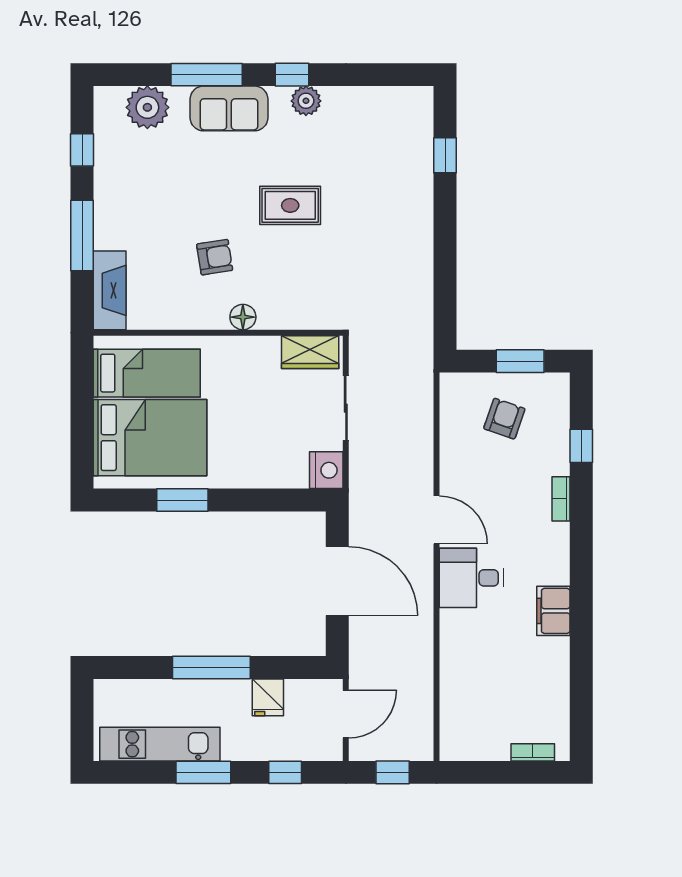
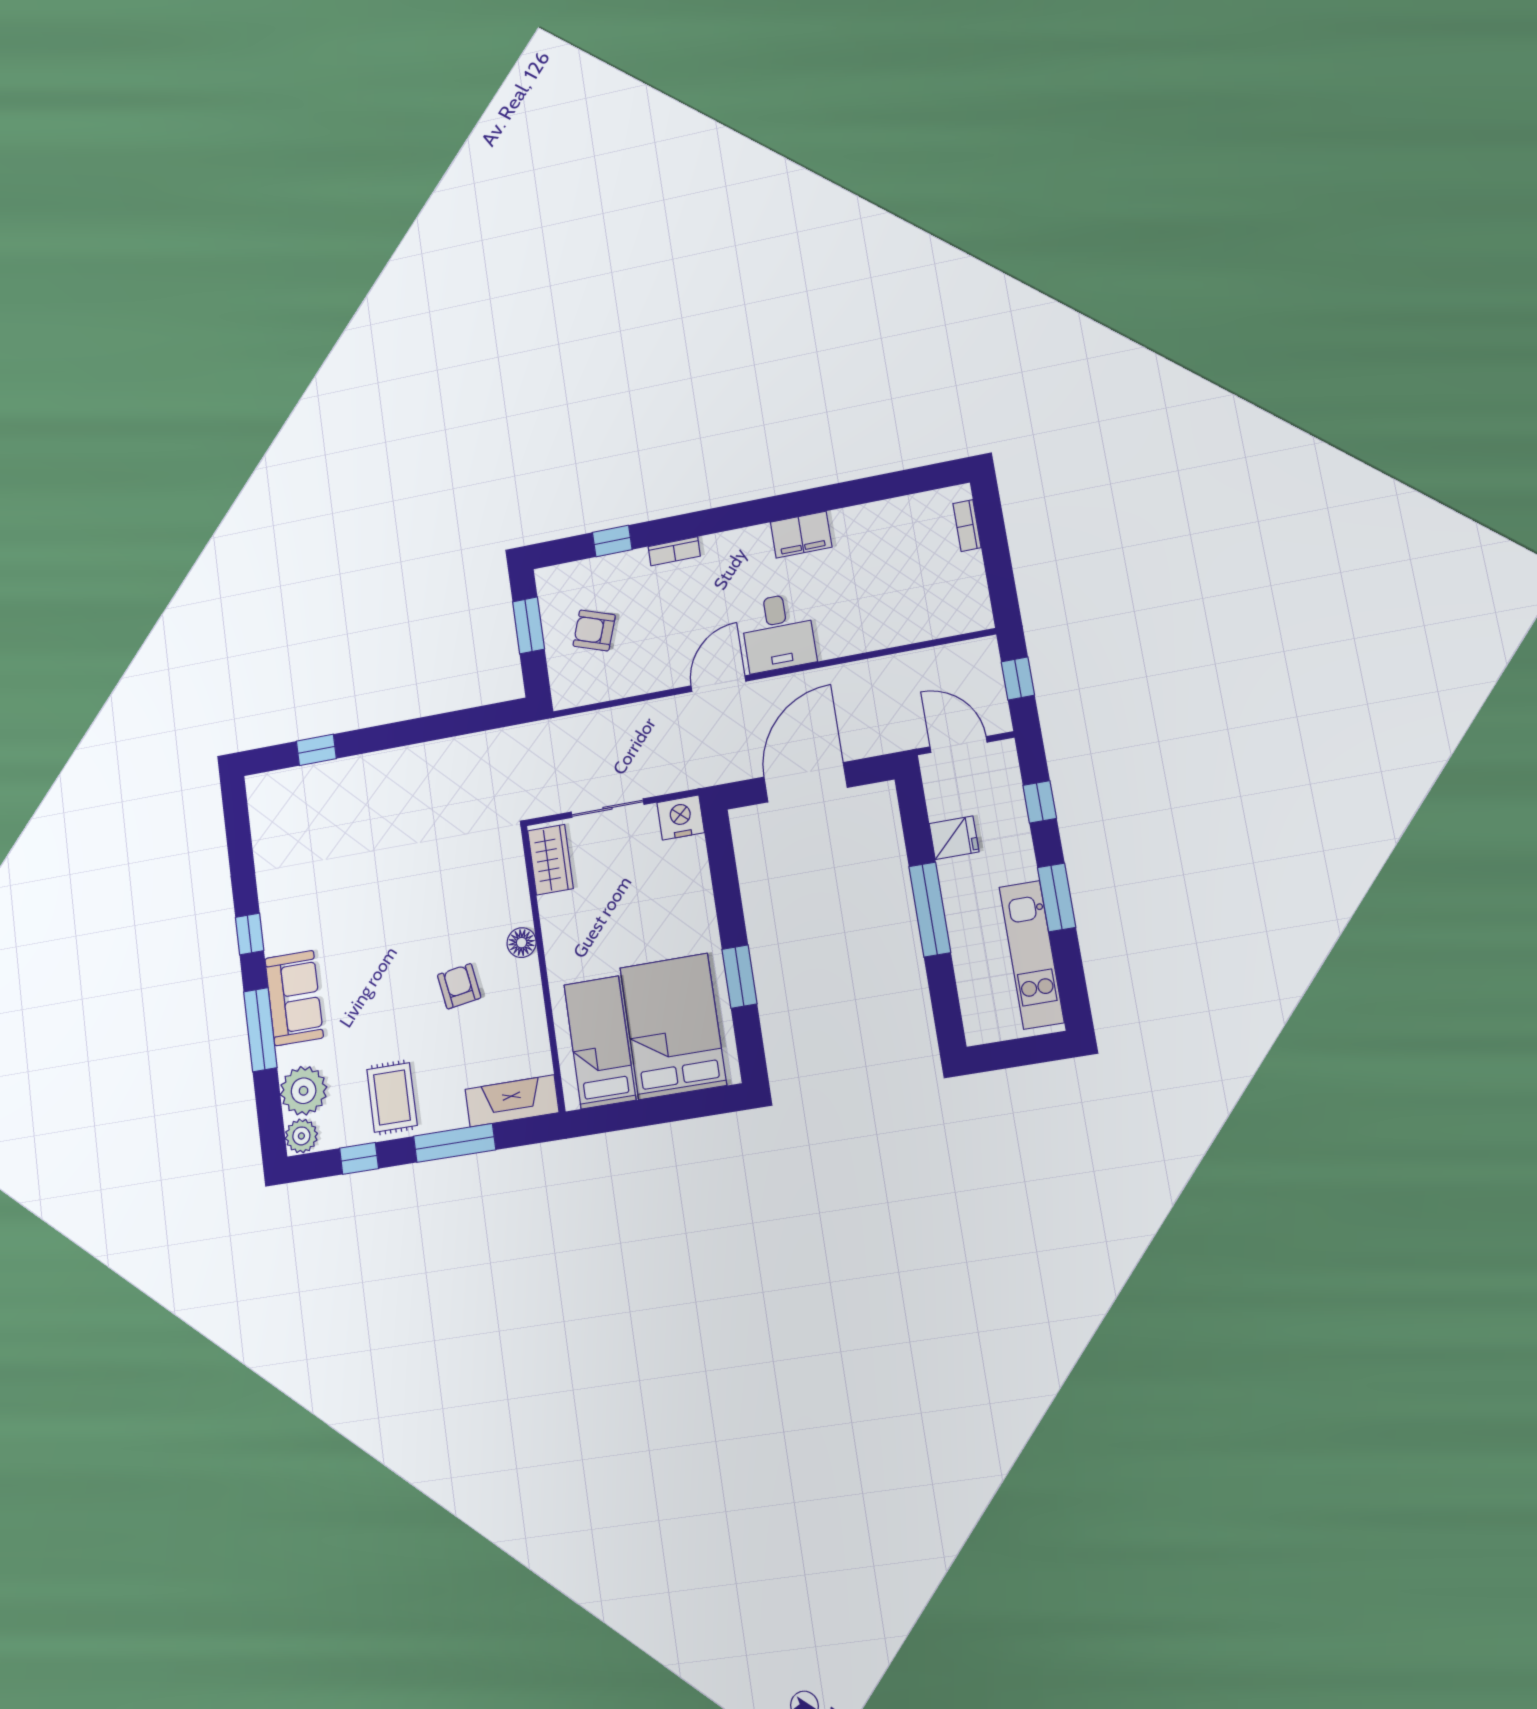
plant: (306, 101) -> (301, 1136), moved
rug: (290, 205) -> (392, 1097), moved

